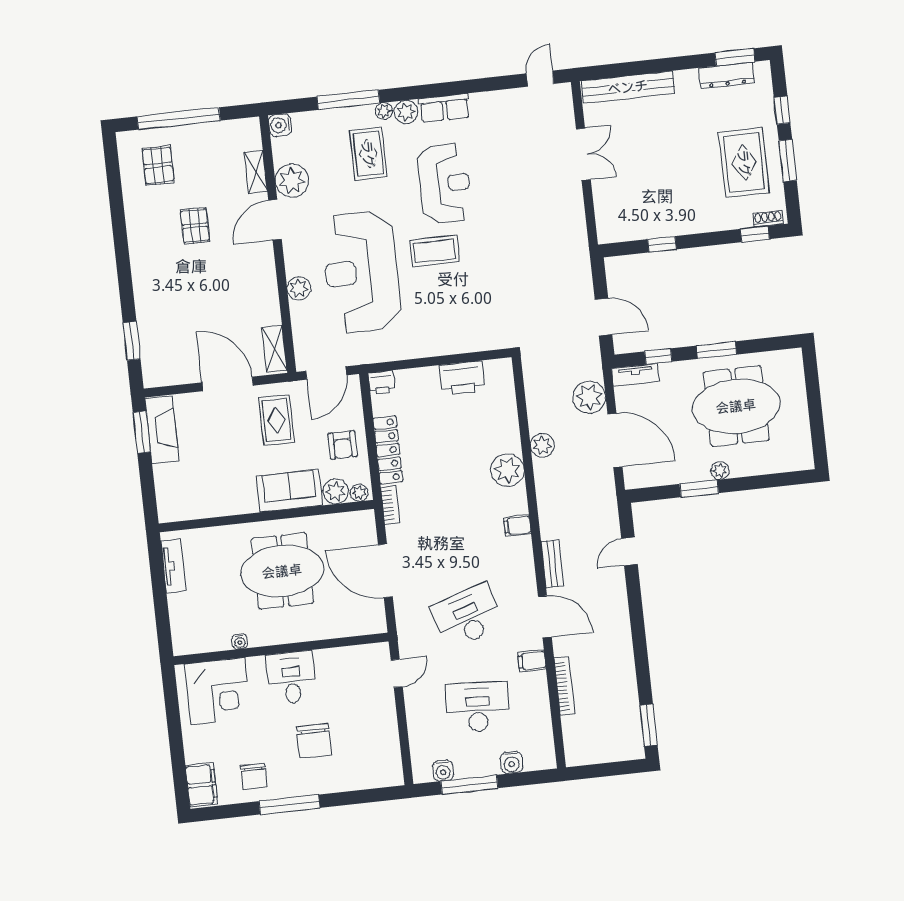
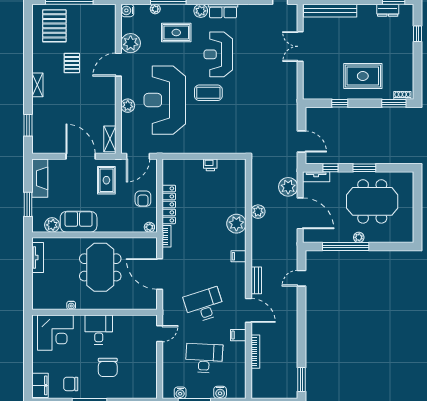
dresser: (727, 75) -> (388, 10), width x0.70
plant: (384, 111) -> (155, 9), moved
rug: (368, 154) -> (176, 33), turned 90
double door: (583, 154) -> (300, 46), swing flipped
window: (788, 160) -> (417, 63), removed
rug: (744, 163) -> (363, 76), moved, turned 90
pallet: (158, 165) -> (54, 26), width x1.50, depth x1.42
shelving: (256, 172) -> (37, 85), moved
reception desk: (444, 183) -> (218, 54), turned 180
window: (755, 234) -> (394, 103), width x1.50
printer: (462, 378) -> (210, 165), width x0.53, depth x0.68
printer: (381, 383) -> (169, 165), removed
window: (142, 432) -> (28, 204), moved
window: (699, 489) -> (346, 246), width x2.11
sofa: (290, 491) -> (79, 222), moved
plant: (336, 491) -> (52, 225), moved
meeting table: (282, 571) -> (100, 267), turned 90
chair: (254, 776) -> (71, 384), turned 90

